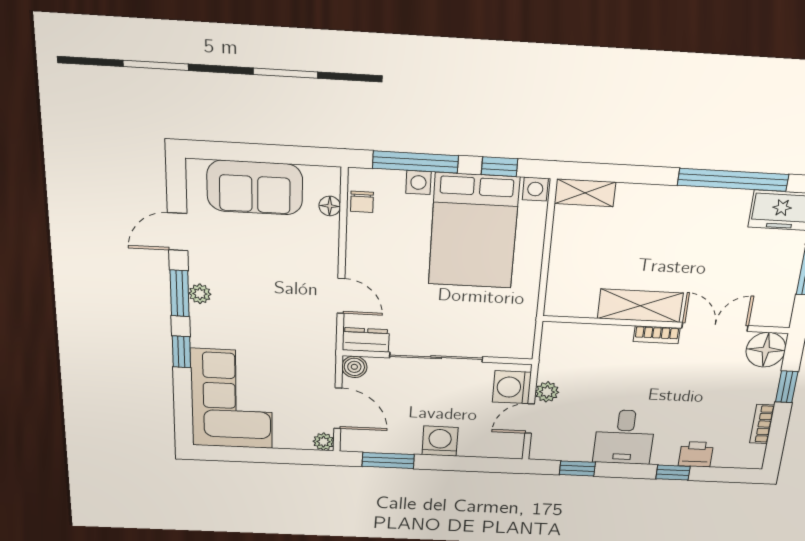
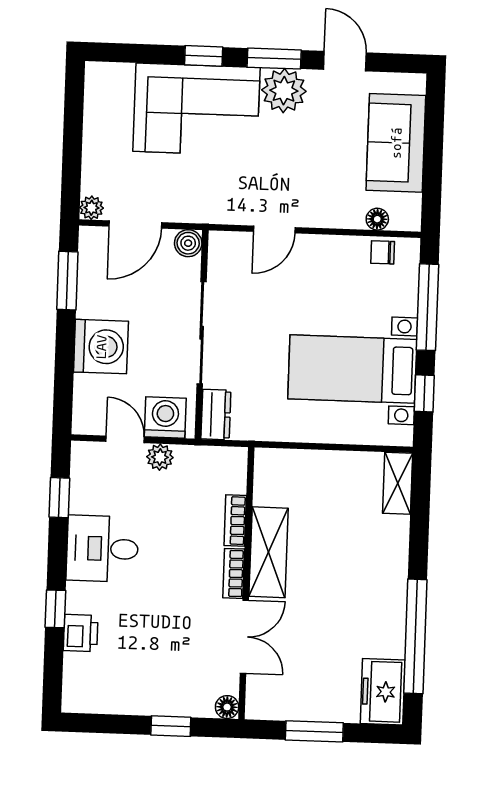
bed with nightstands: (474, 231) -> (352, 369), width x0.73
plant: (200, 294) -> (284, 91), width x1.87, depth x1.87
dresser: (366, 340) -> (216, 415), moved
floor lamp: (766, 350) -> (227, 707), width x0.53, depth x0.53
corner sofa: (232, 399) -> (196, 109), moved
bookcase: (762, 424) -> (235, 521), moved, turned -90
washing machine: (440, 441) -> (101, 347), width x1.37, depth x1.37

